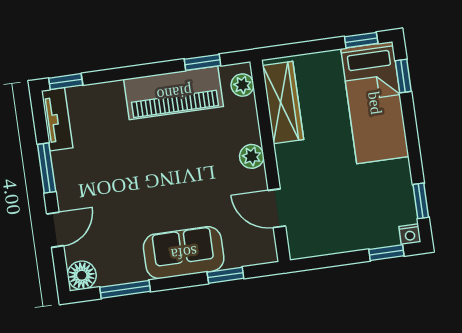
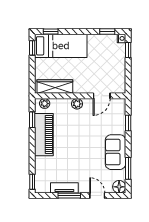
tv unit: (57, 119) -> (64, 188), moved
sofa: (184, 253) -> (115, 152), moved

